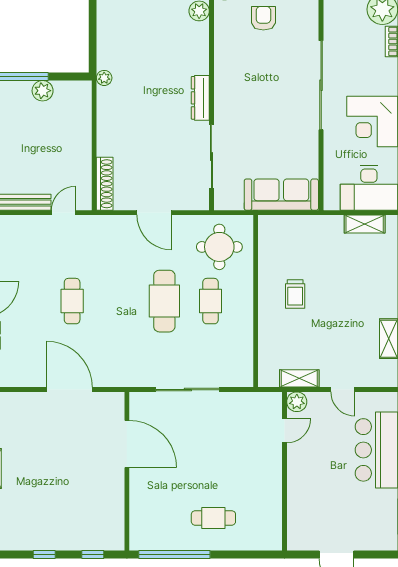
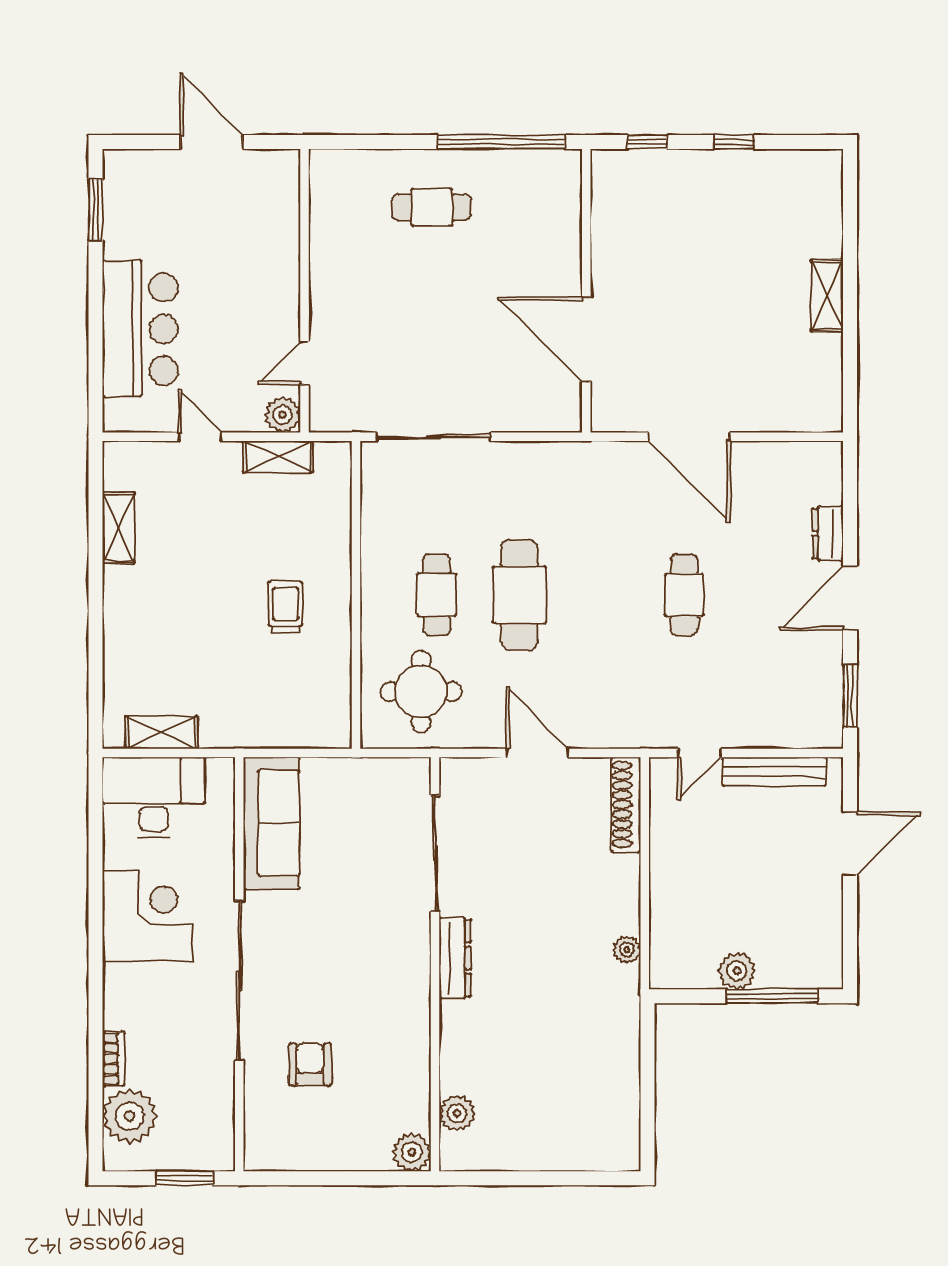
armchair: (263, 18) -> (310, 1064), moved, turned 180
plant: (104, 78) -> (627, 950), moved
sofa: (281, 195) -> (271, 823), moved, turned -90
sliding door: (188, 390) -> (433, 437), moved

